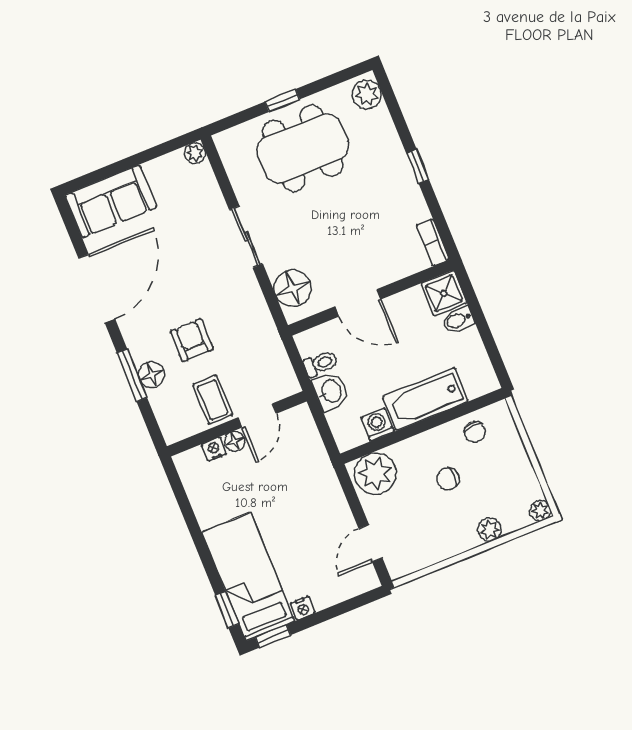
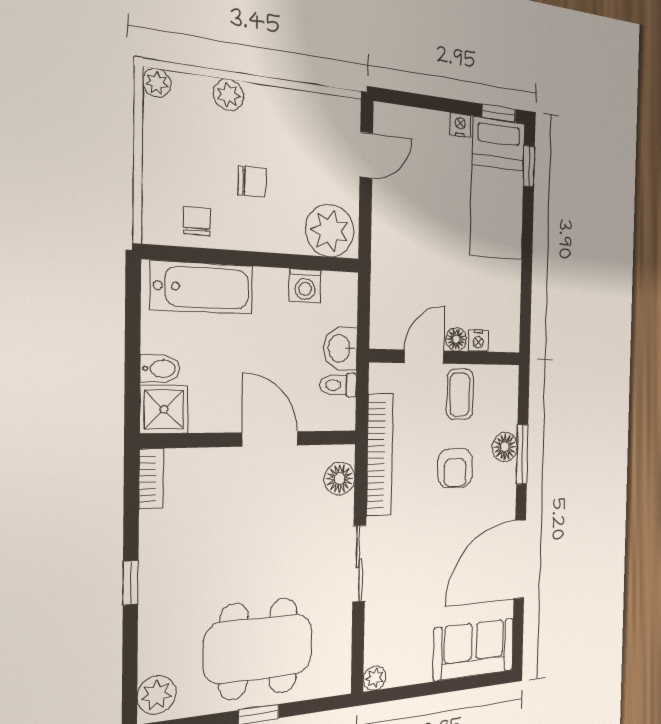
floor lamp: (293, 288) -> (340, 479), width x0.73, depth x0.73
bookcase: (264, 325) -> (380, 455), added
bathtub: (426, 399) -> (202, 288), moved

